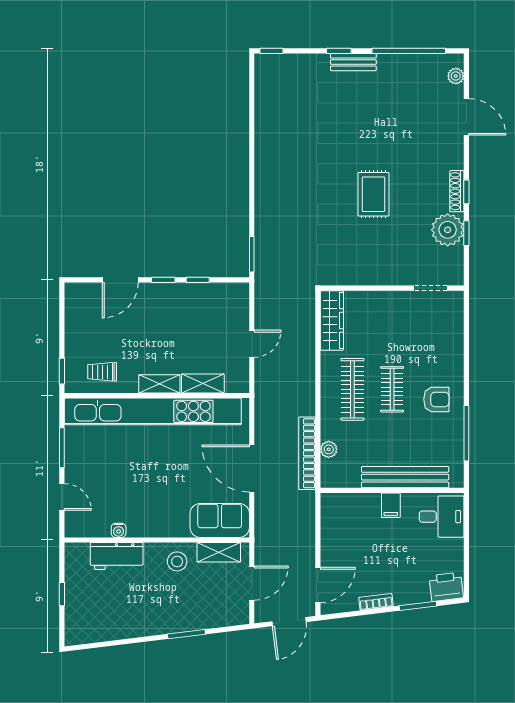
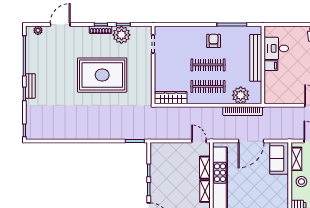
rug: (373, 194) -> (102, 75), width x1.86, depth x2.06
door: (252, 344) -> (199, 141), moved
clothes rail: (392, 389) -> (208, 65), width x1.36
plant: (329, 449) -> (241, 95), width x1.88, depth x1.88
desk: (442, 517) -> (276, 48), moved, turned -90

